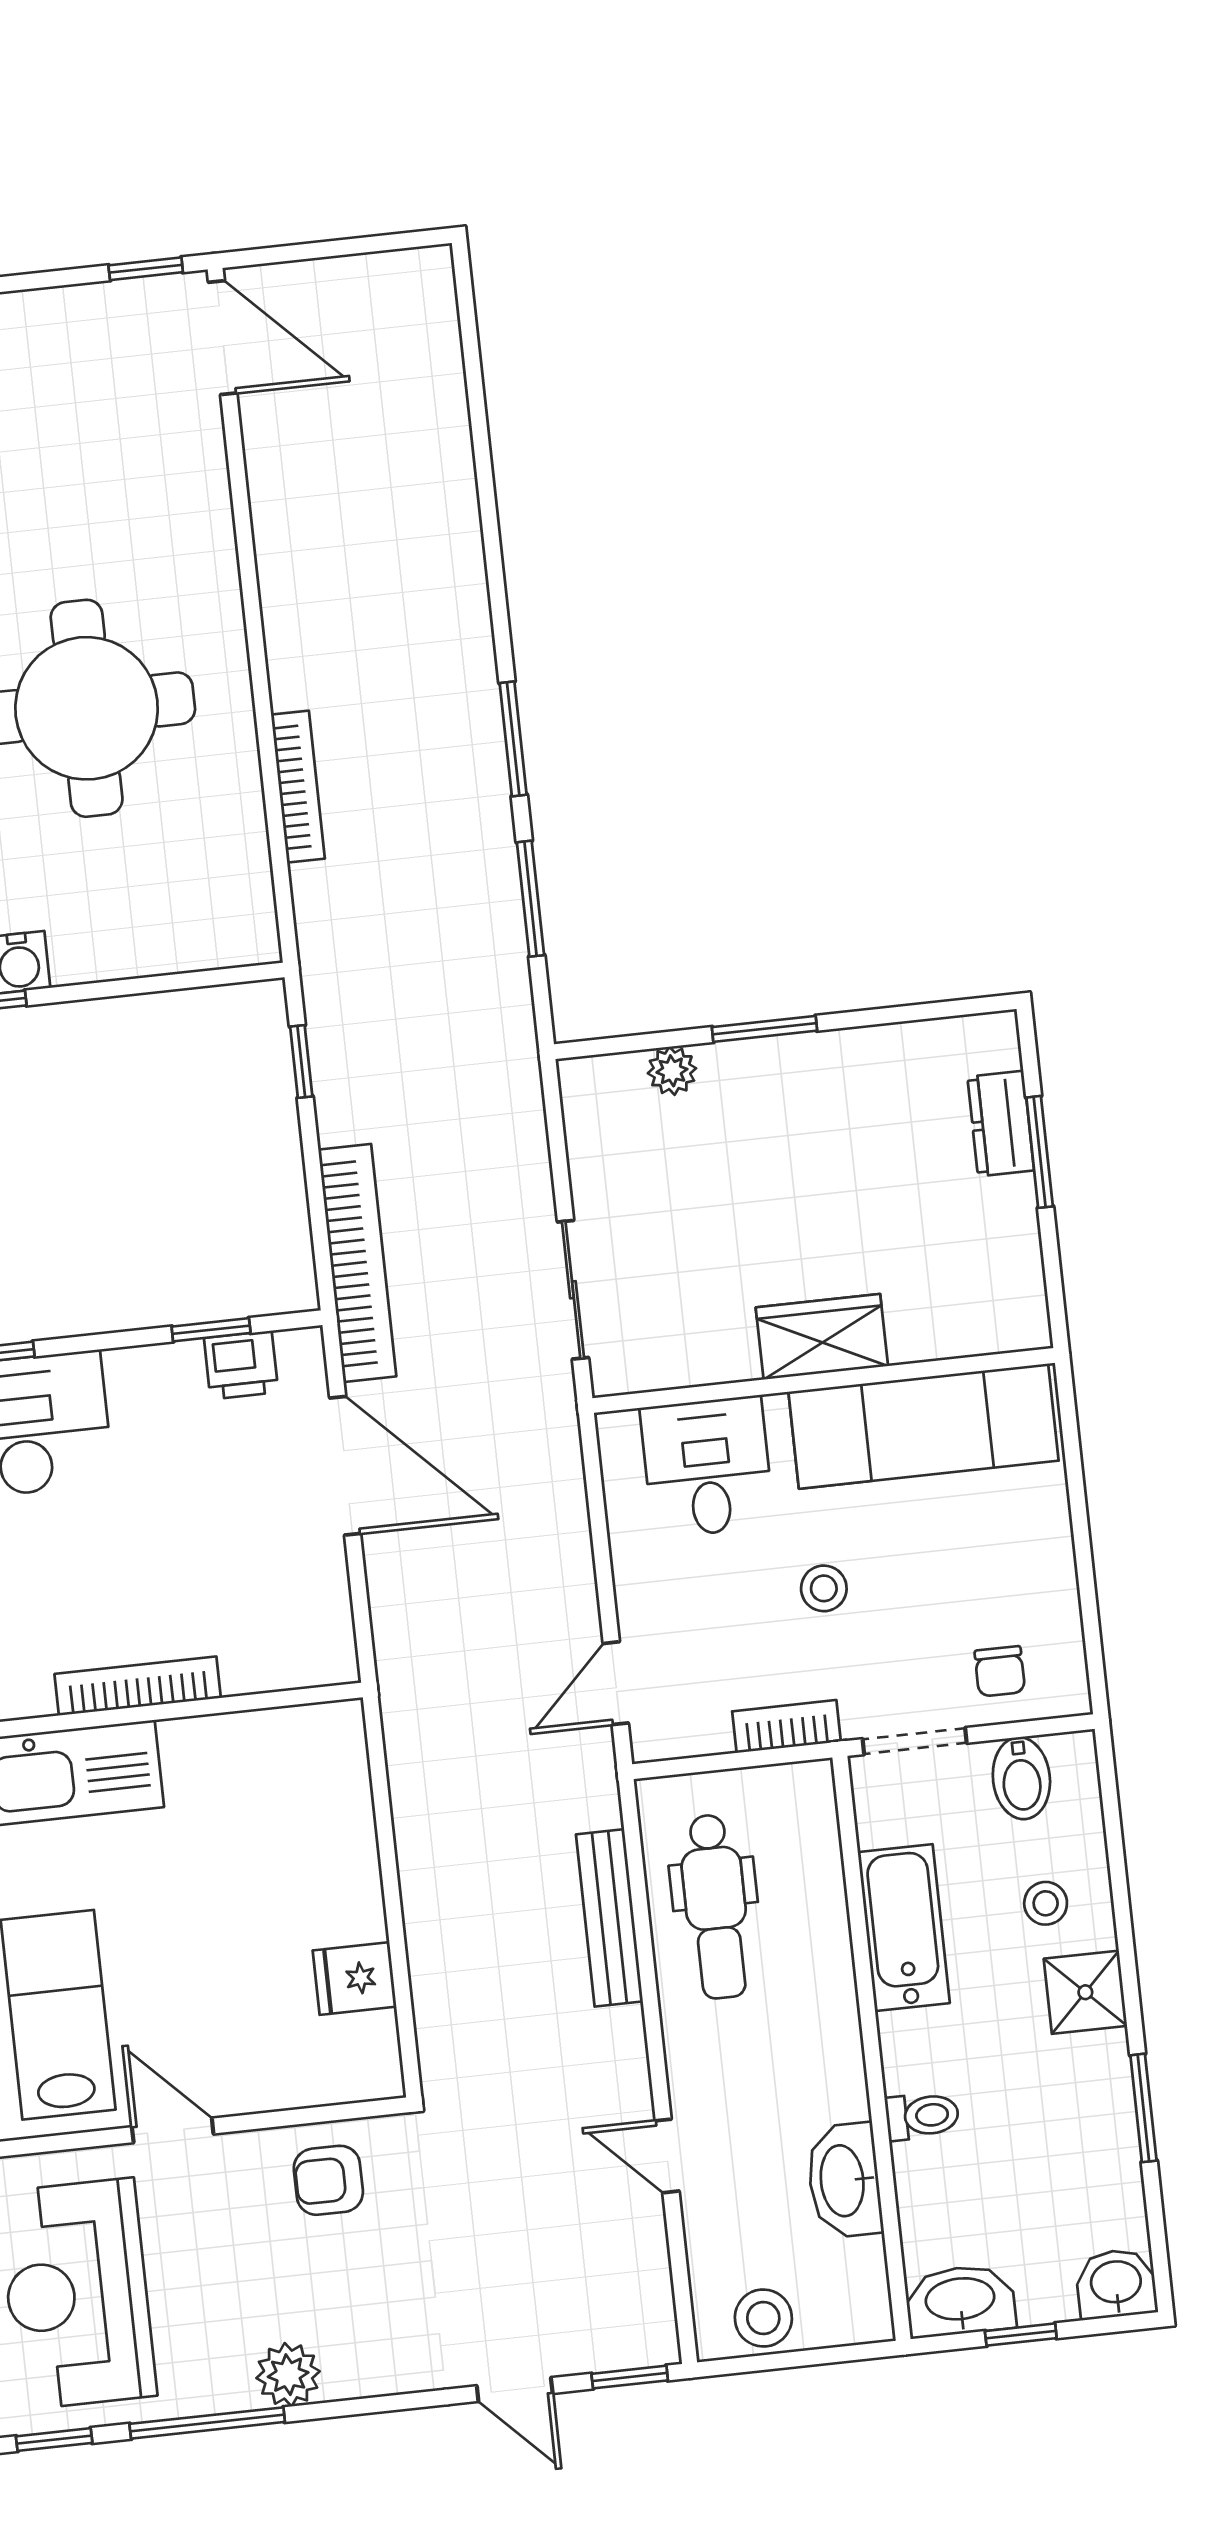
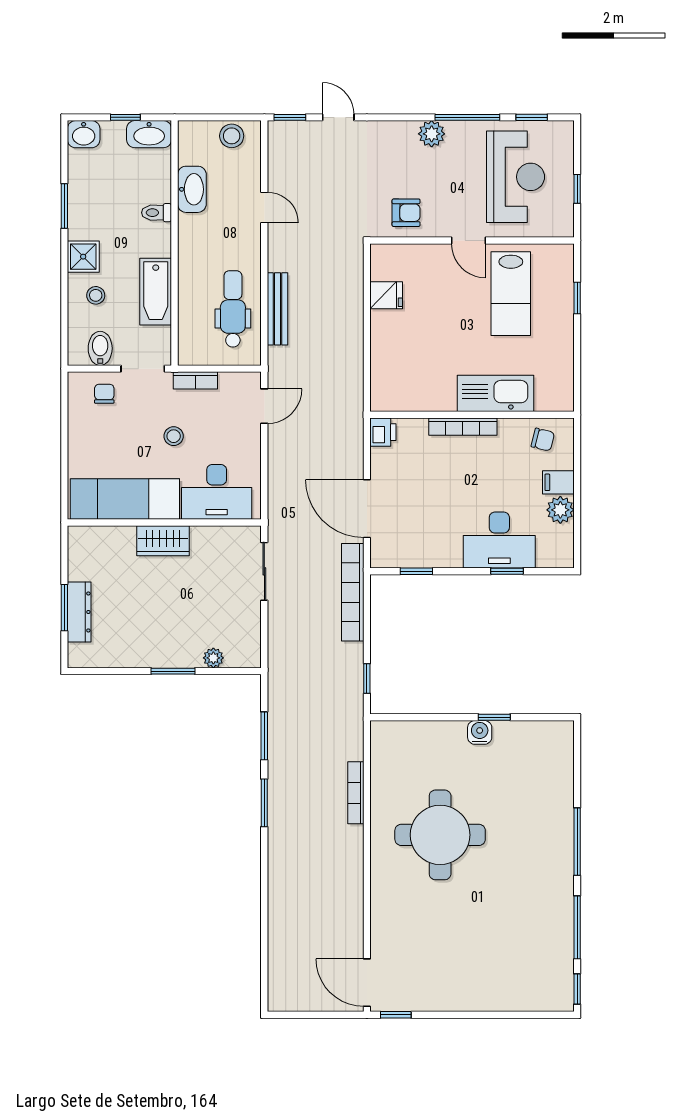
dresser: (1001, 1124) -> (79, 612), width x1.44
printer: (241, 1365) -> (383, 432), moved, turned 90
desk: (707, 1467) -> (217, 492), width x1.37

